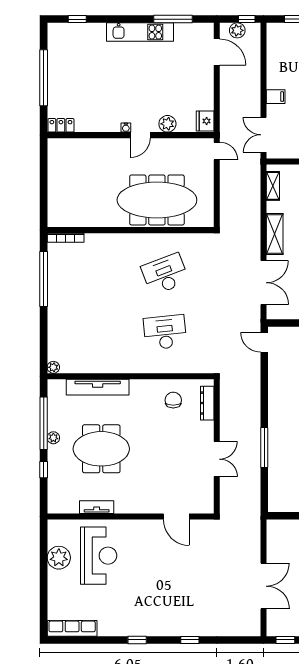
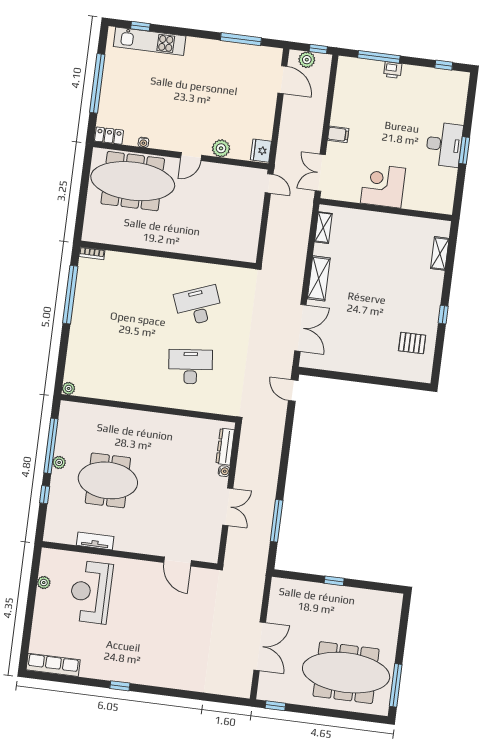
kitchen unit: (140, 32) -> (150, 41), moved
water cooler: (126, 128) -> (143, 142), moved
meeting table: (157, 200) -> (133, 181), moved
bookcase: (66, 238) -> (92, 253), width x0.64
tv unit: (98, 387) -> (112, 415), removed
chair: (173, 400) -> (190, 439), removed
water cooler: (209, 426) -> (224, 471), added
window: (264, 448) -> (277, 521), moved
reception desk: (99, 556) -> (91, 592), turned 180
plant: (59, 558) -> (44, 583), width x0.53, depth x0.53
window: (190, 640) -> (175, 693), removed

